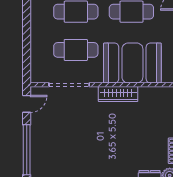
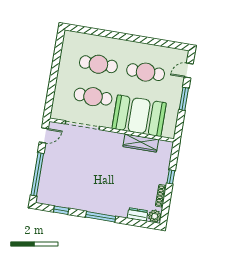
wardrobe: (118, 94) -> (141, 143), moved

